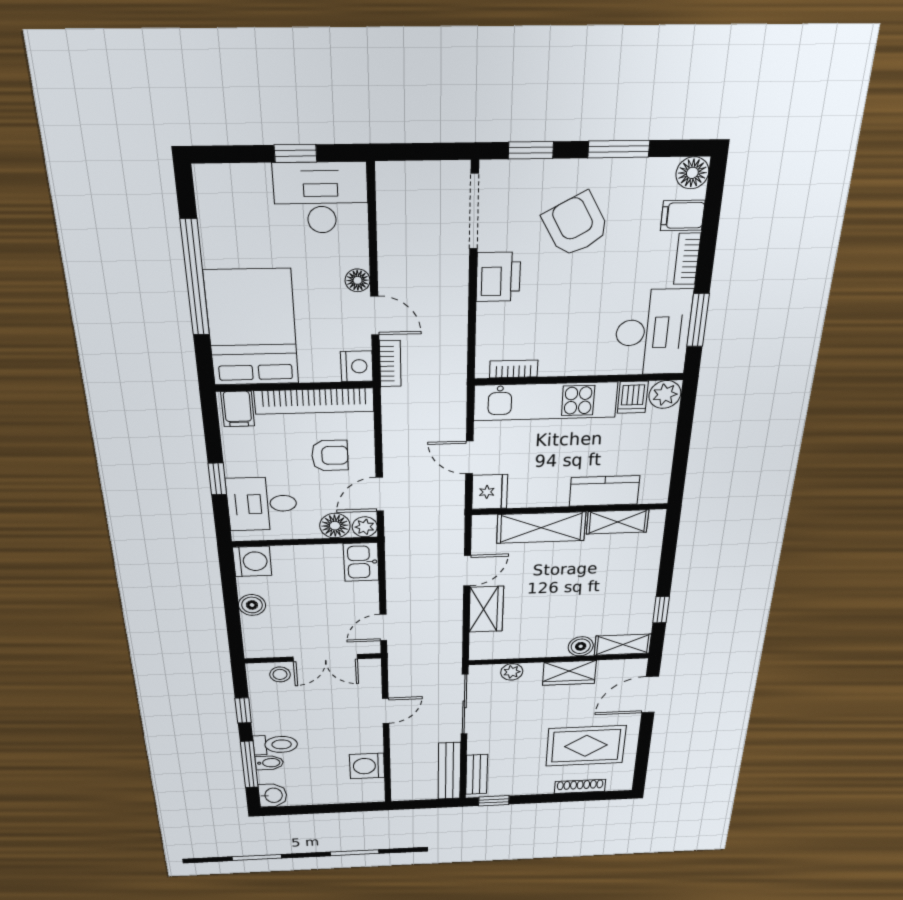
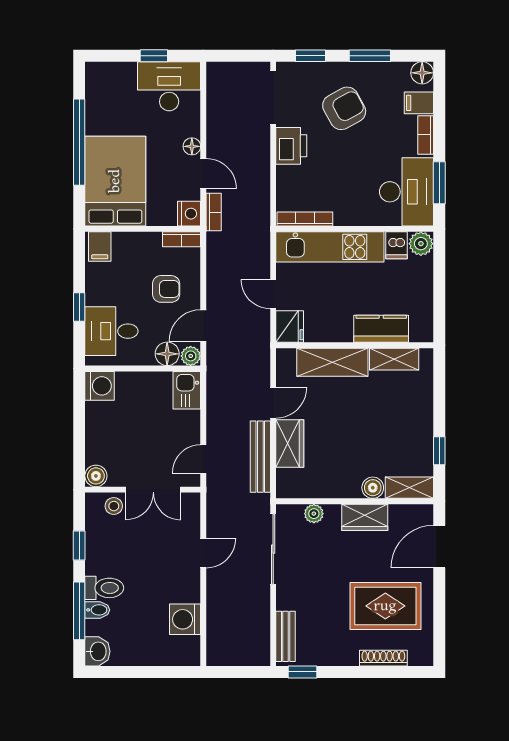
armchair: (576, 225) -> (344, 108), turned 90
bookcase: (514, 369) -> (305, 219), width x1.56
bookcase: (314, 401) -> (182, 239), width x0.43, depth x0.76
boiler: (252, 605) -> (96, 476), moved
bench: (449, 771) -> (260, 457), moved

